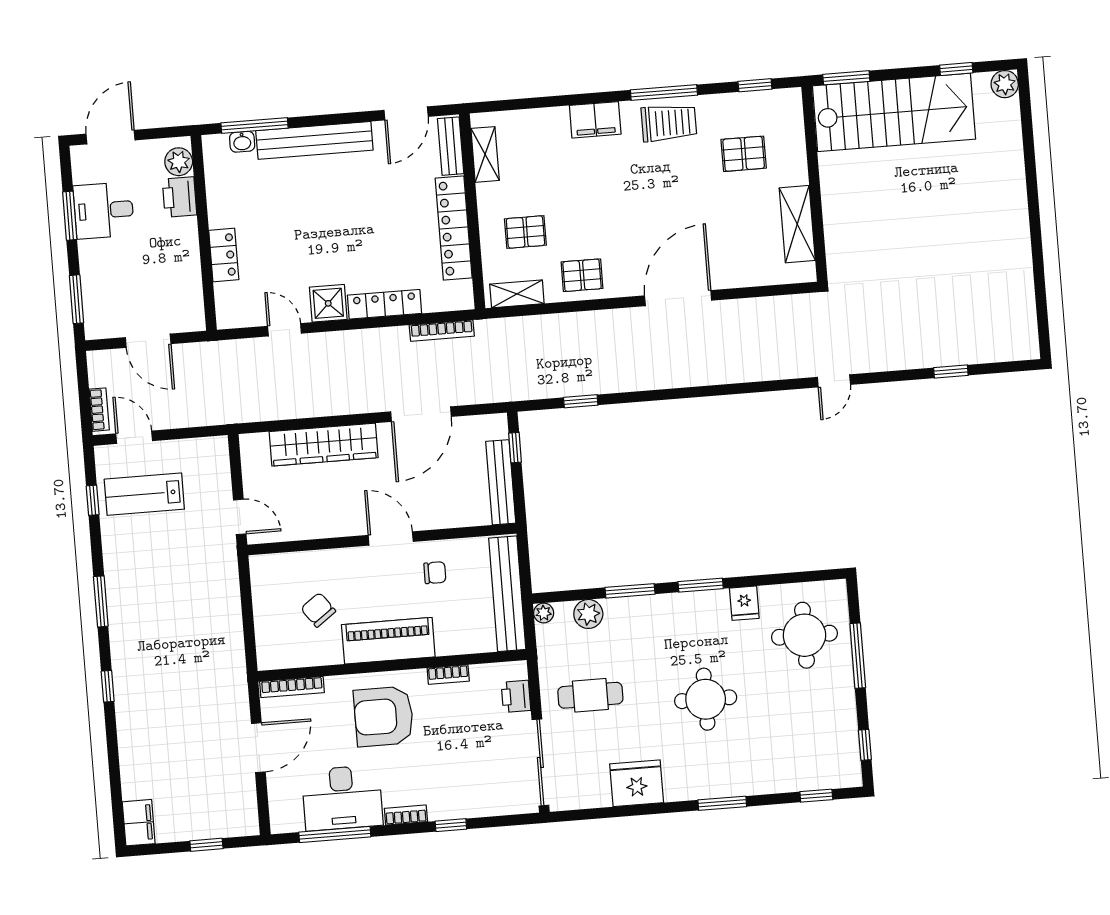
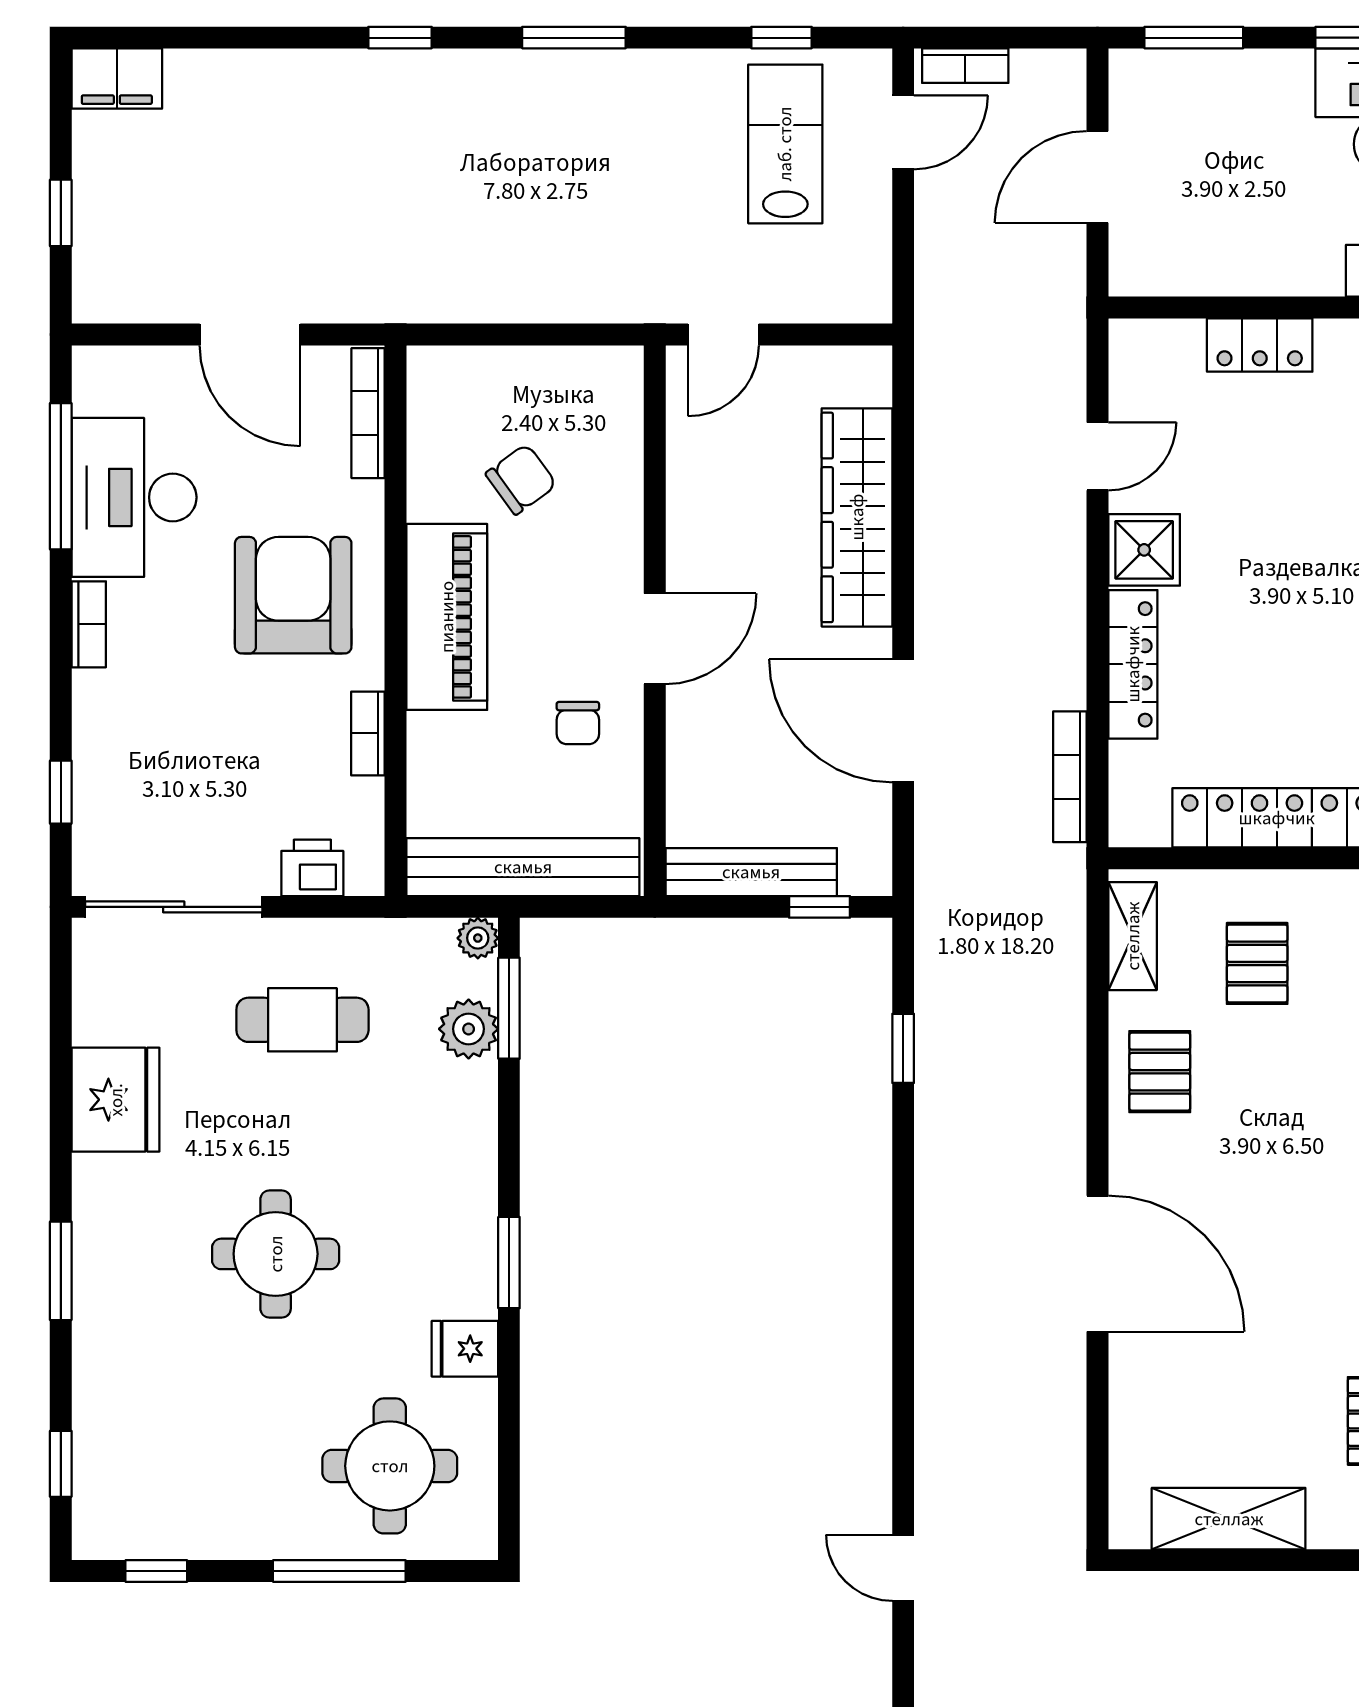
window: (630, 591) -> (509, 1008), moved
cafe table: (590, 695) -> (302, 1020), turned 90
window: (451, 825) -> (61, 792), moved

